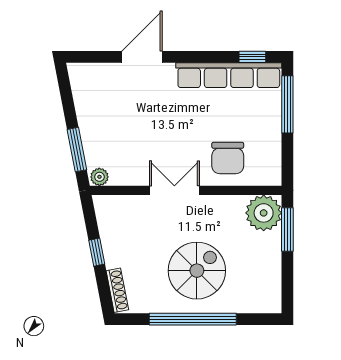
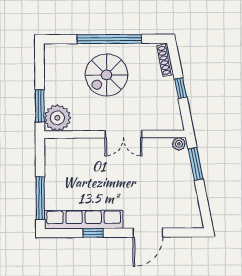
window: (252, 57) -> (93, 233), moved
chair: (228, 158) -> (84, 158), removed

